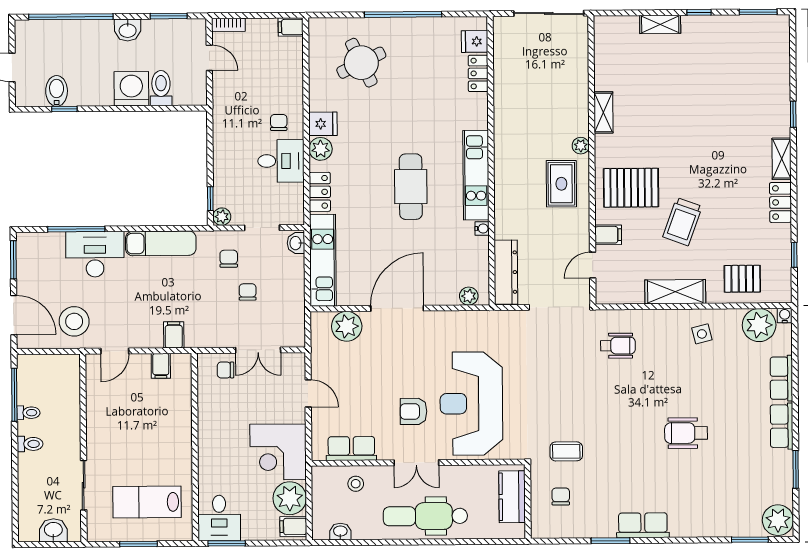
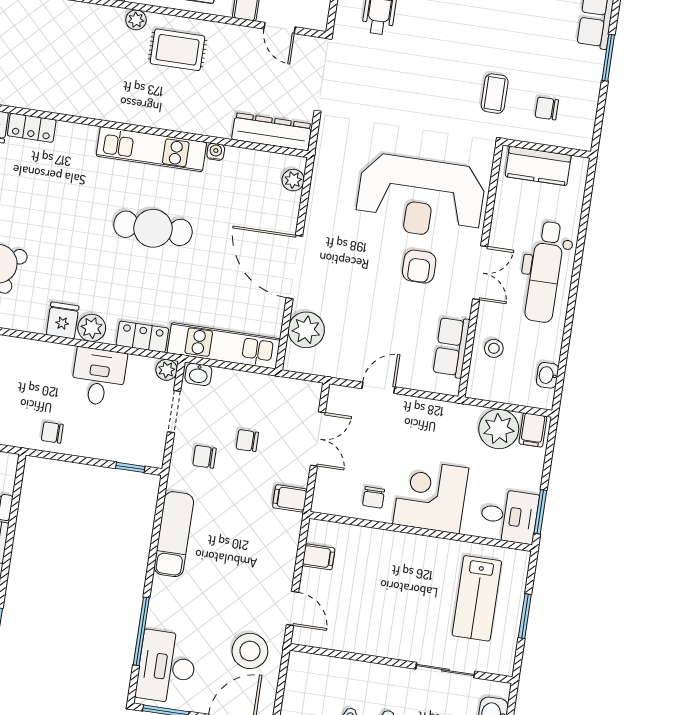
chair: (279, 122) -> (52, 432), moved
plant: (222, 217) -> (167, 370), moved
desk: (95, 254) -> (167, 667), moved
filing cabinet: (174, 335) -> (290, 498), moved
chair: (226, 370) -> (374, 497), moved
corner desk: (278, 452) -> (431, 496), moved, turned 180

